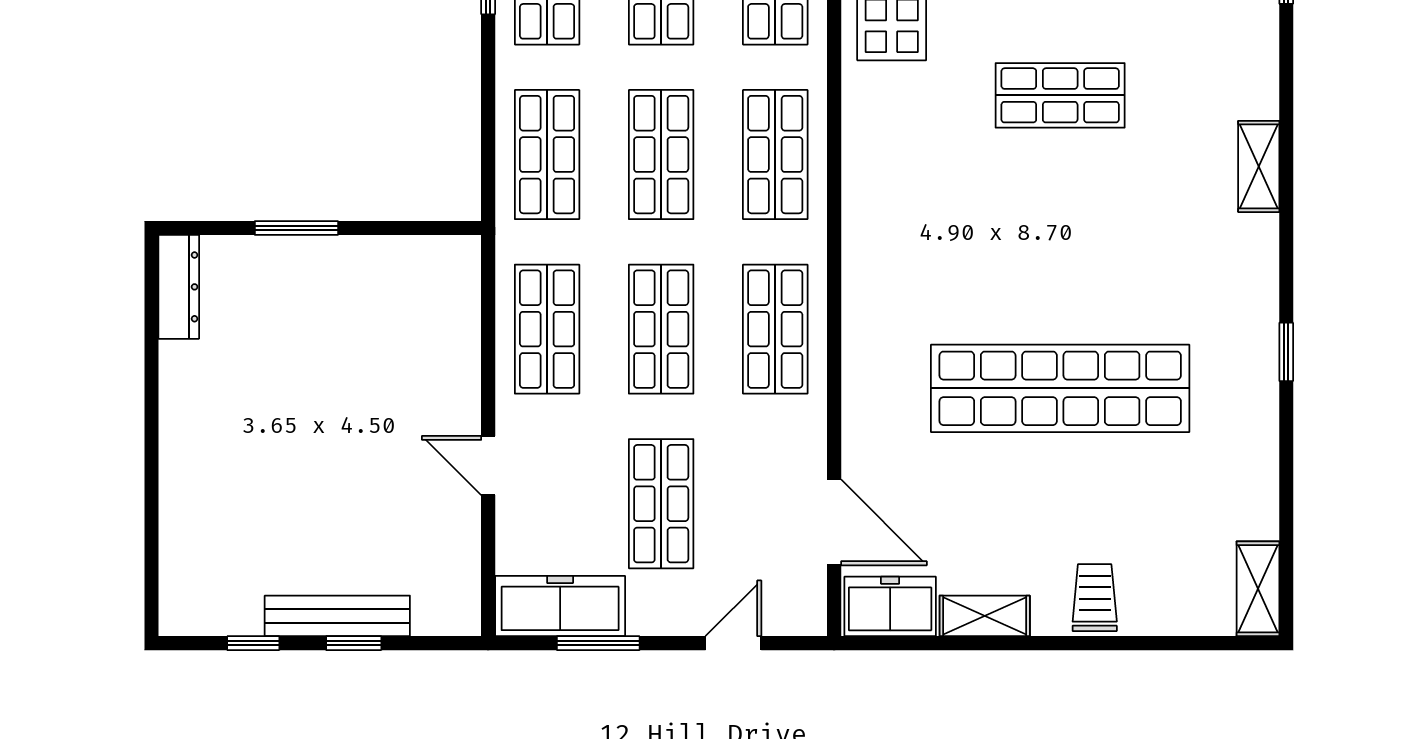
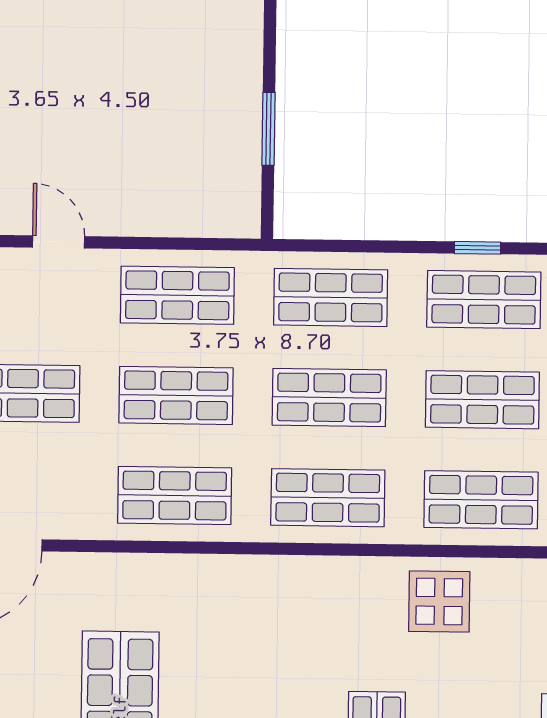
window: (296, 228) -> (268, 129), moved
door: (488, 465) -> (58, 242), hinge flipped

